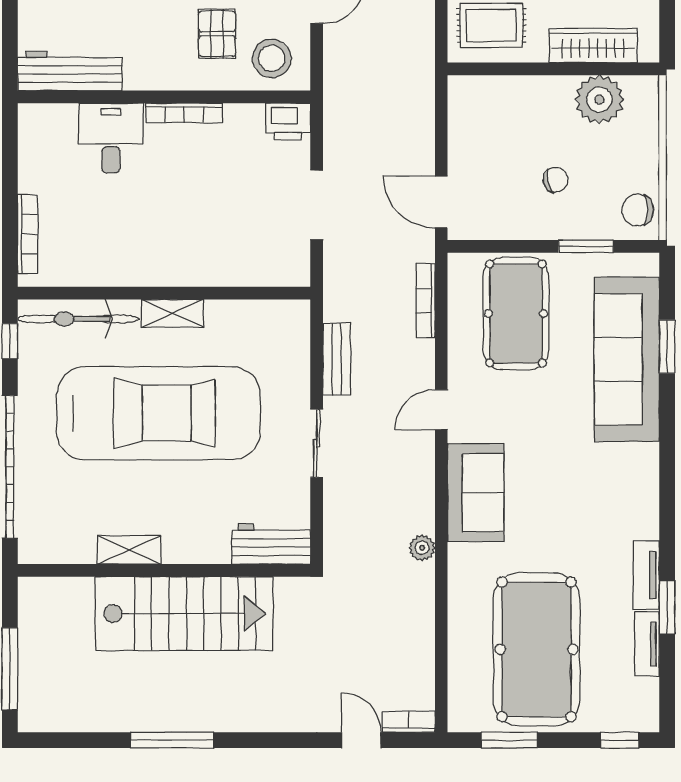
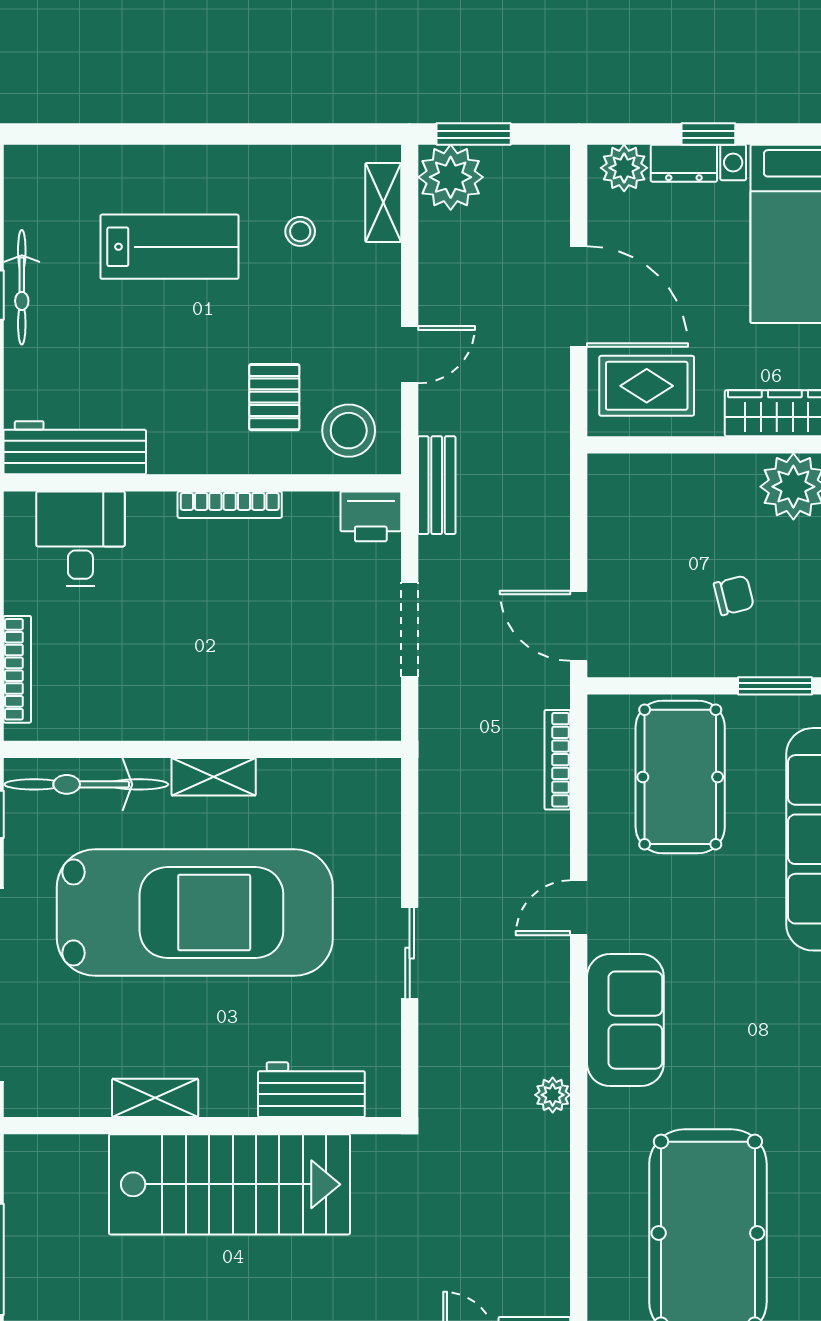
desk: (111, 138) -> (80, 539), moved
bench: (337, 359) -> (437, 485), moved
workbench: (271, 544) -> (311, 1090), moved

